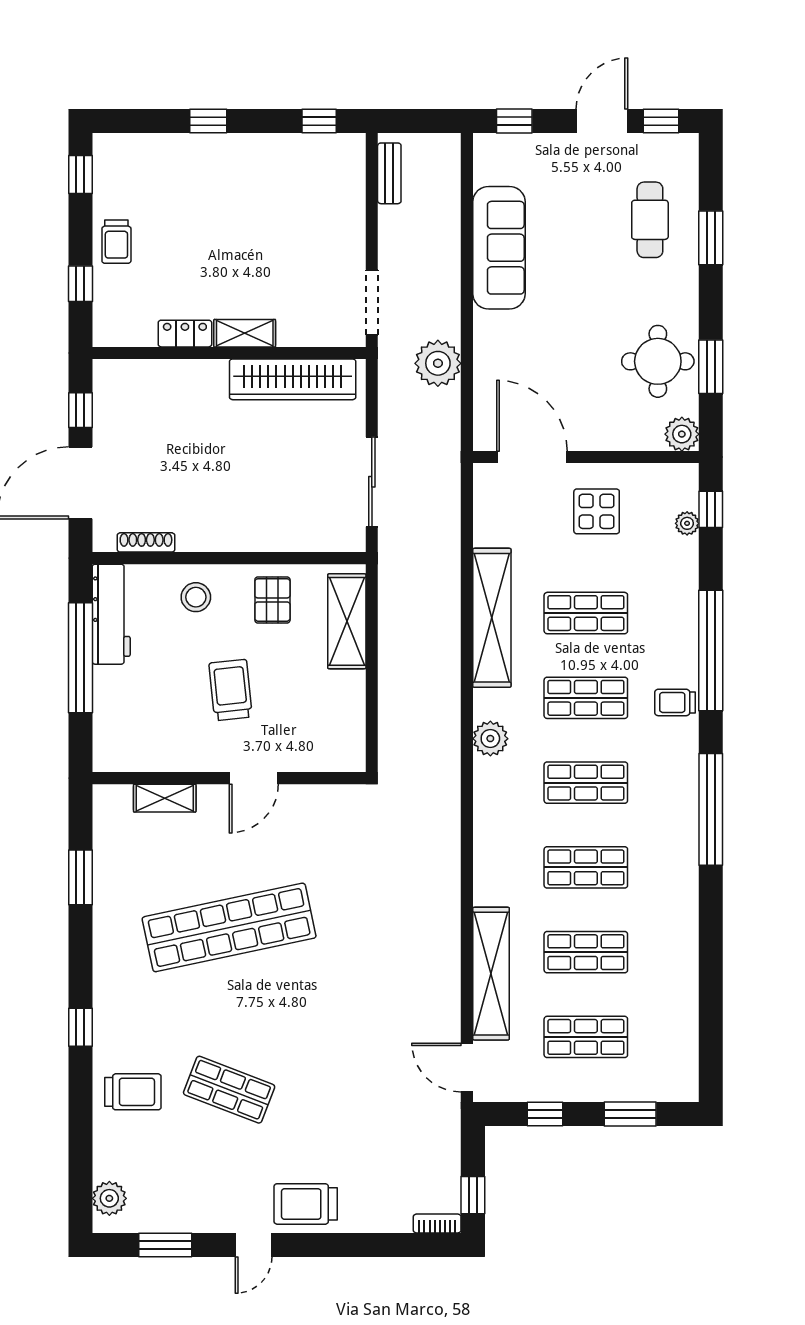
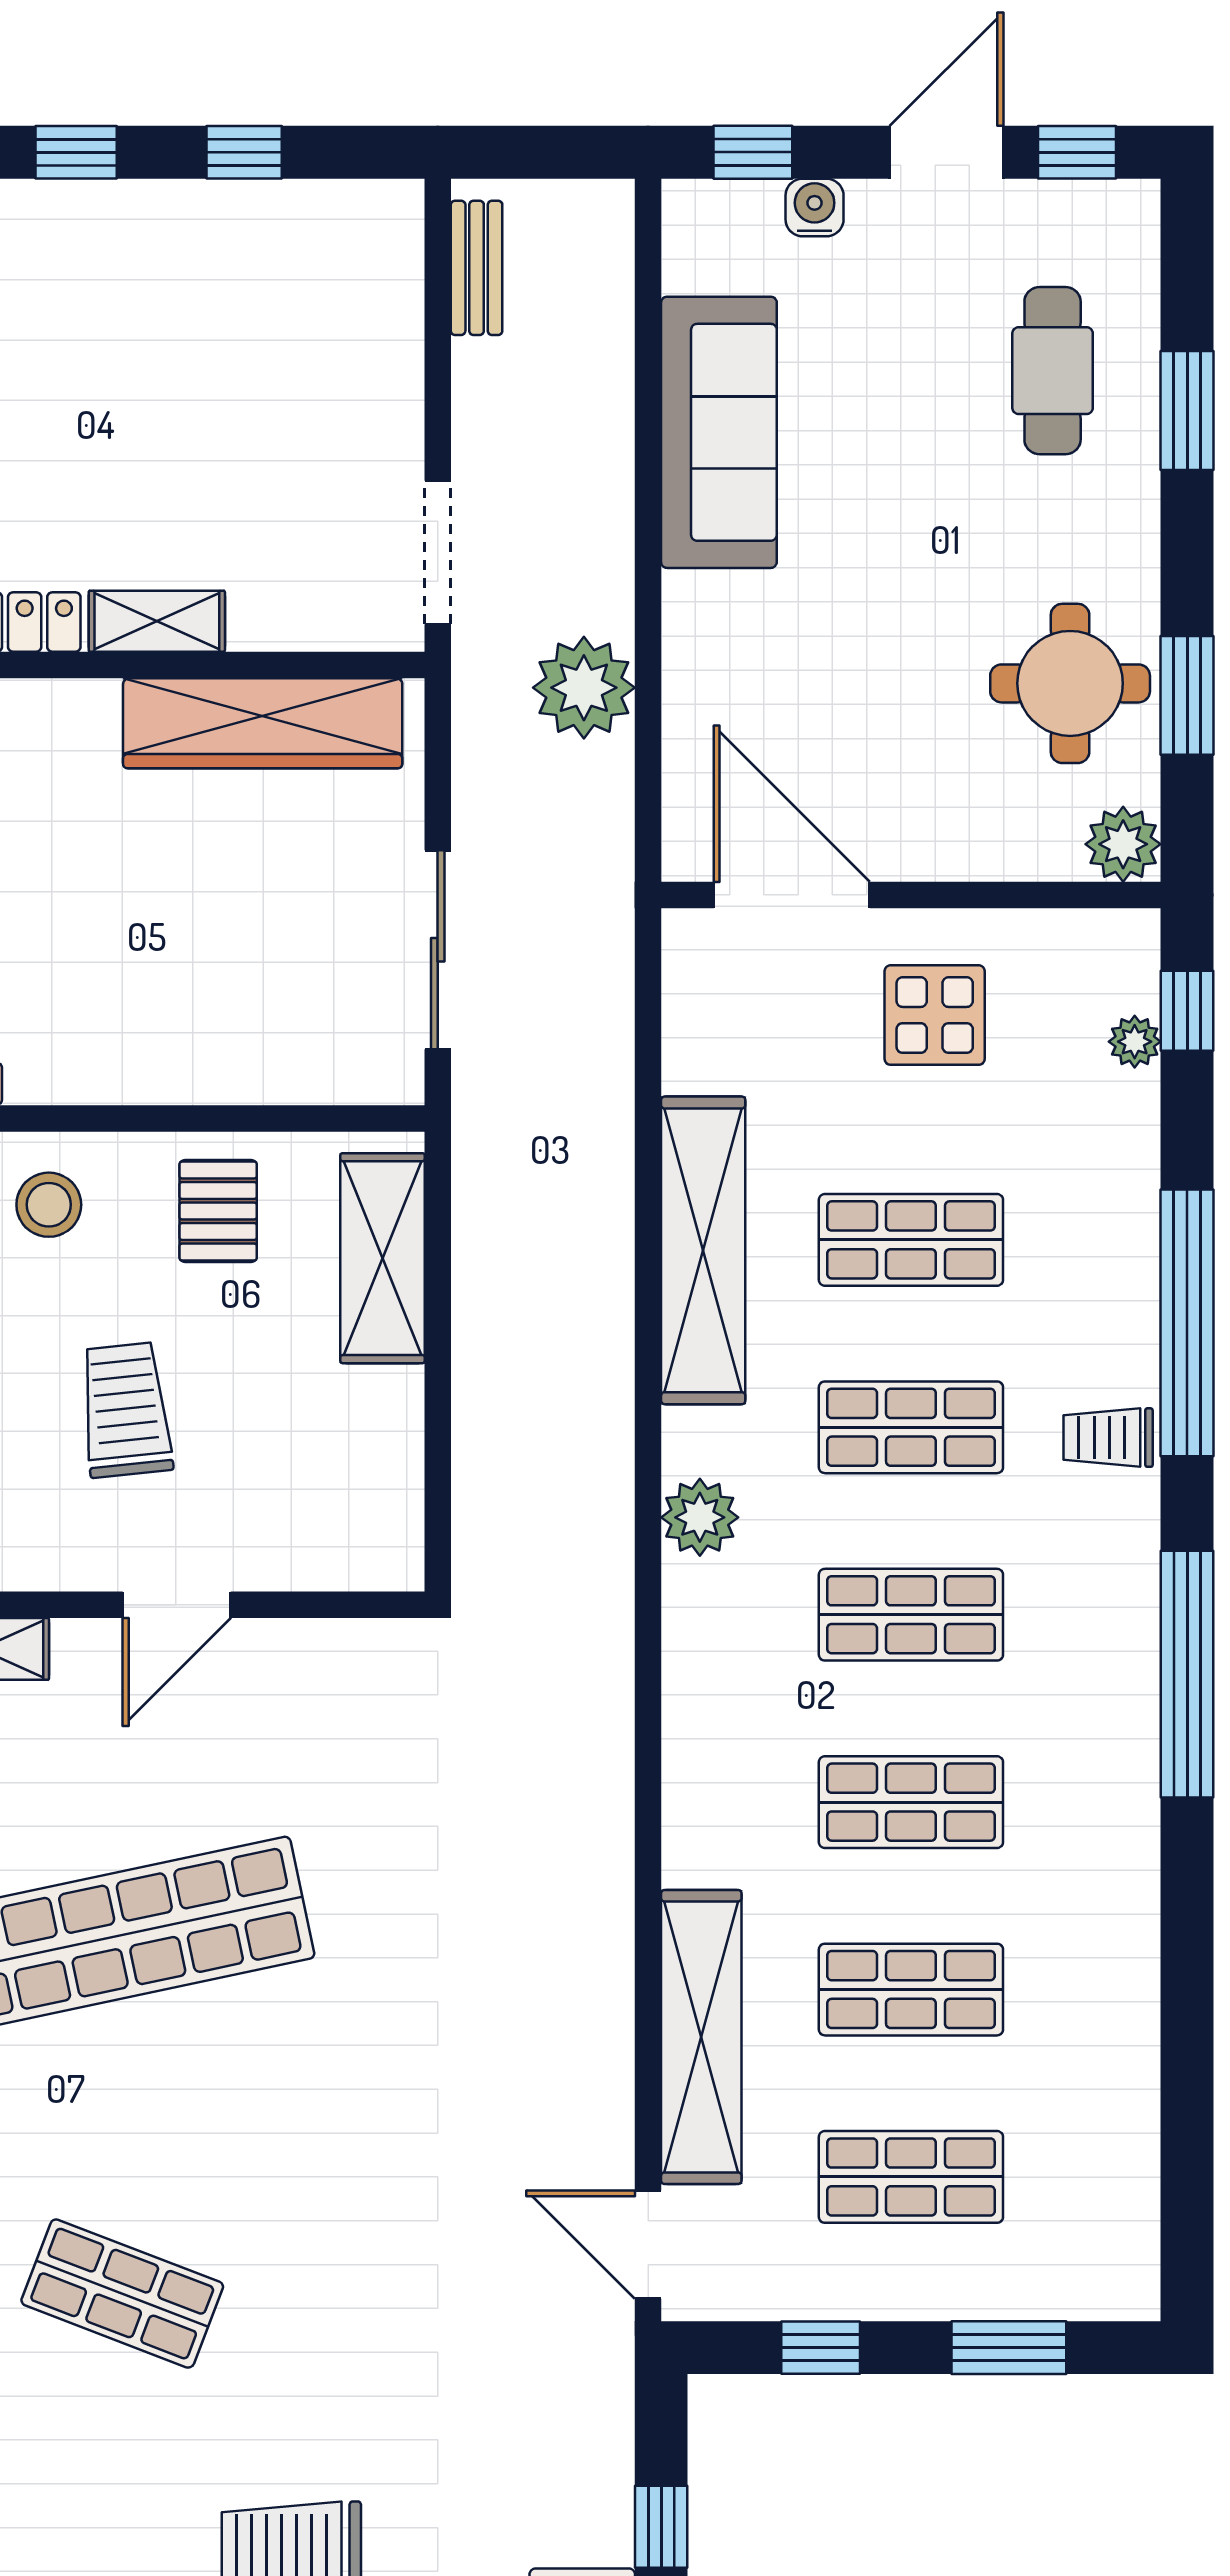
window: (319, 121) -> (244, 152), moved
water cooler: (542, 146) -> (815, 208), added

